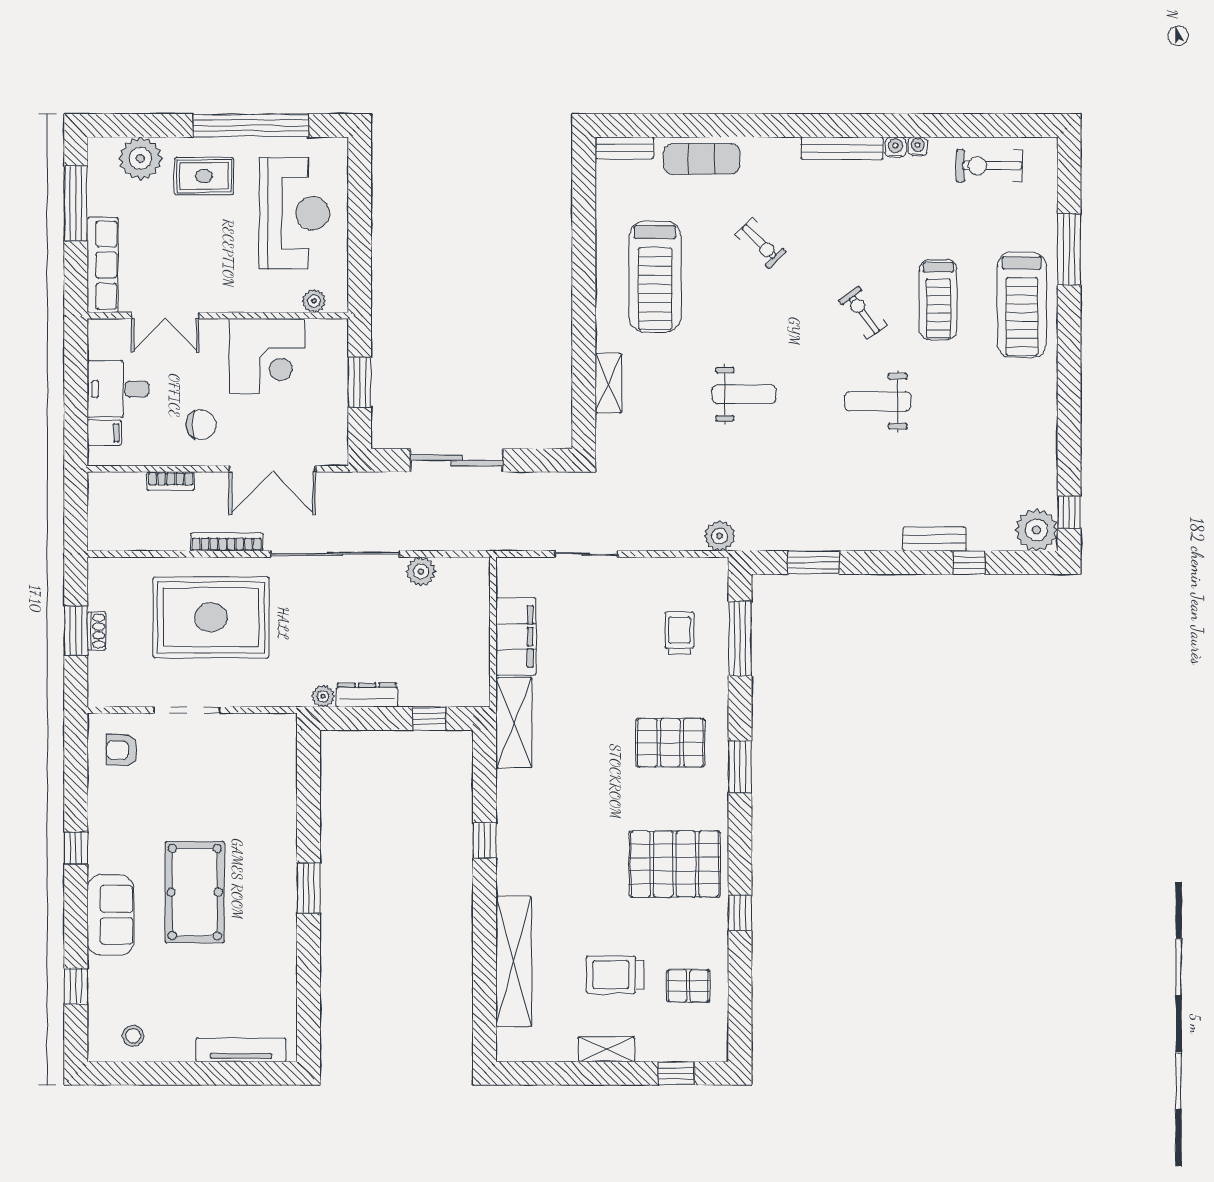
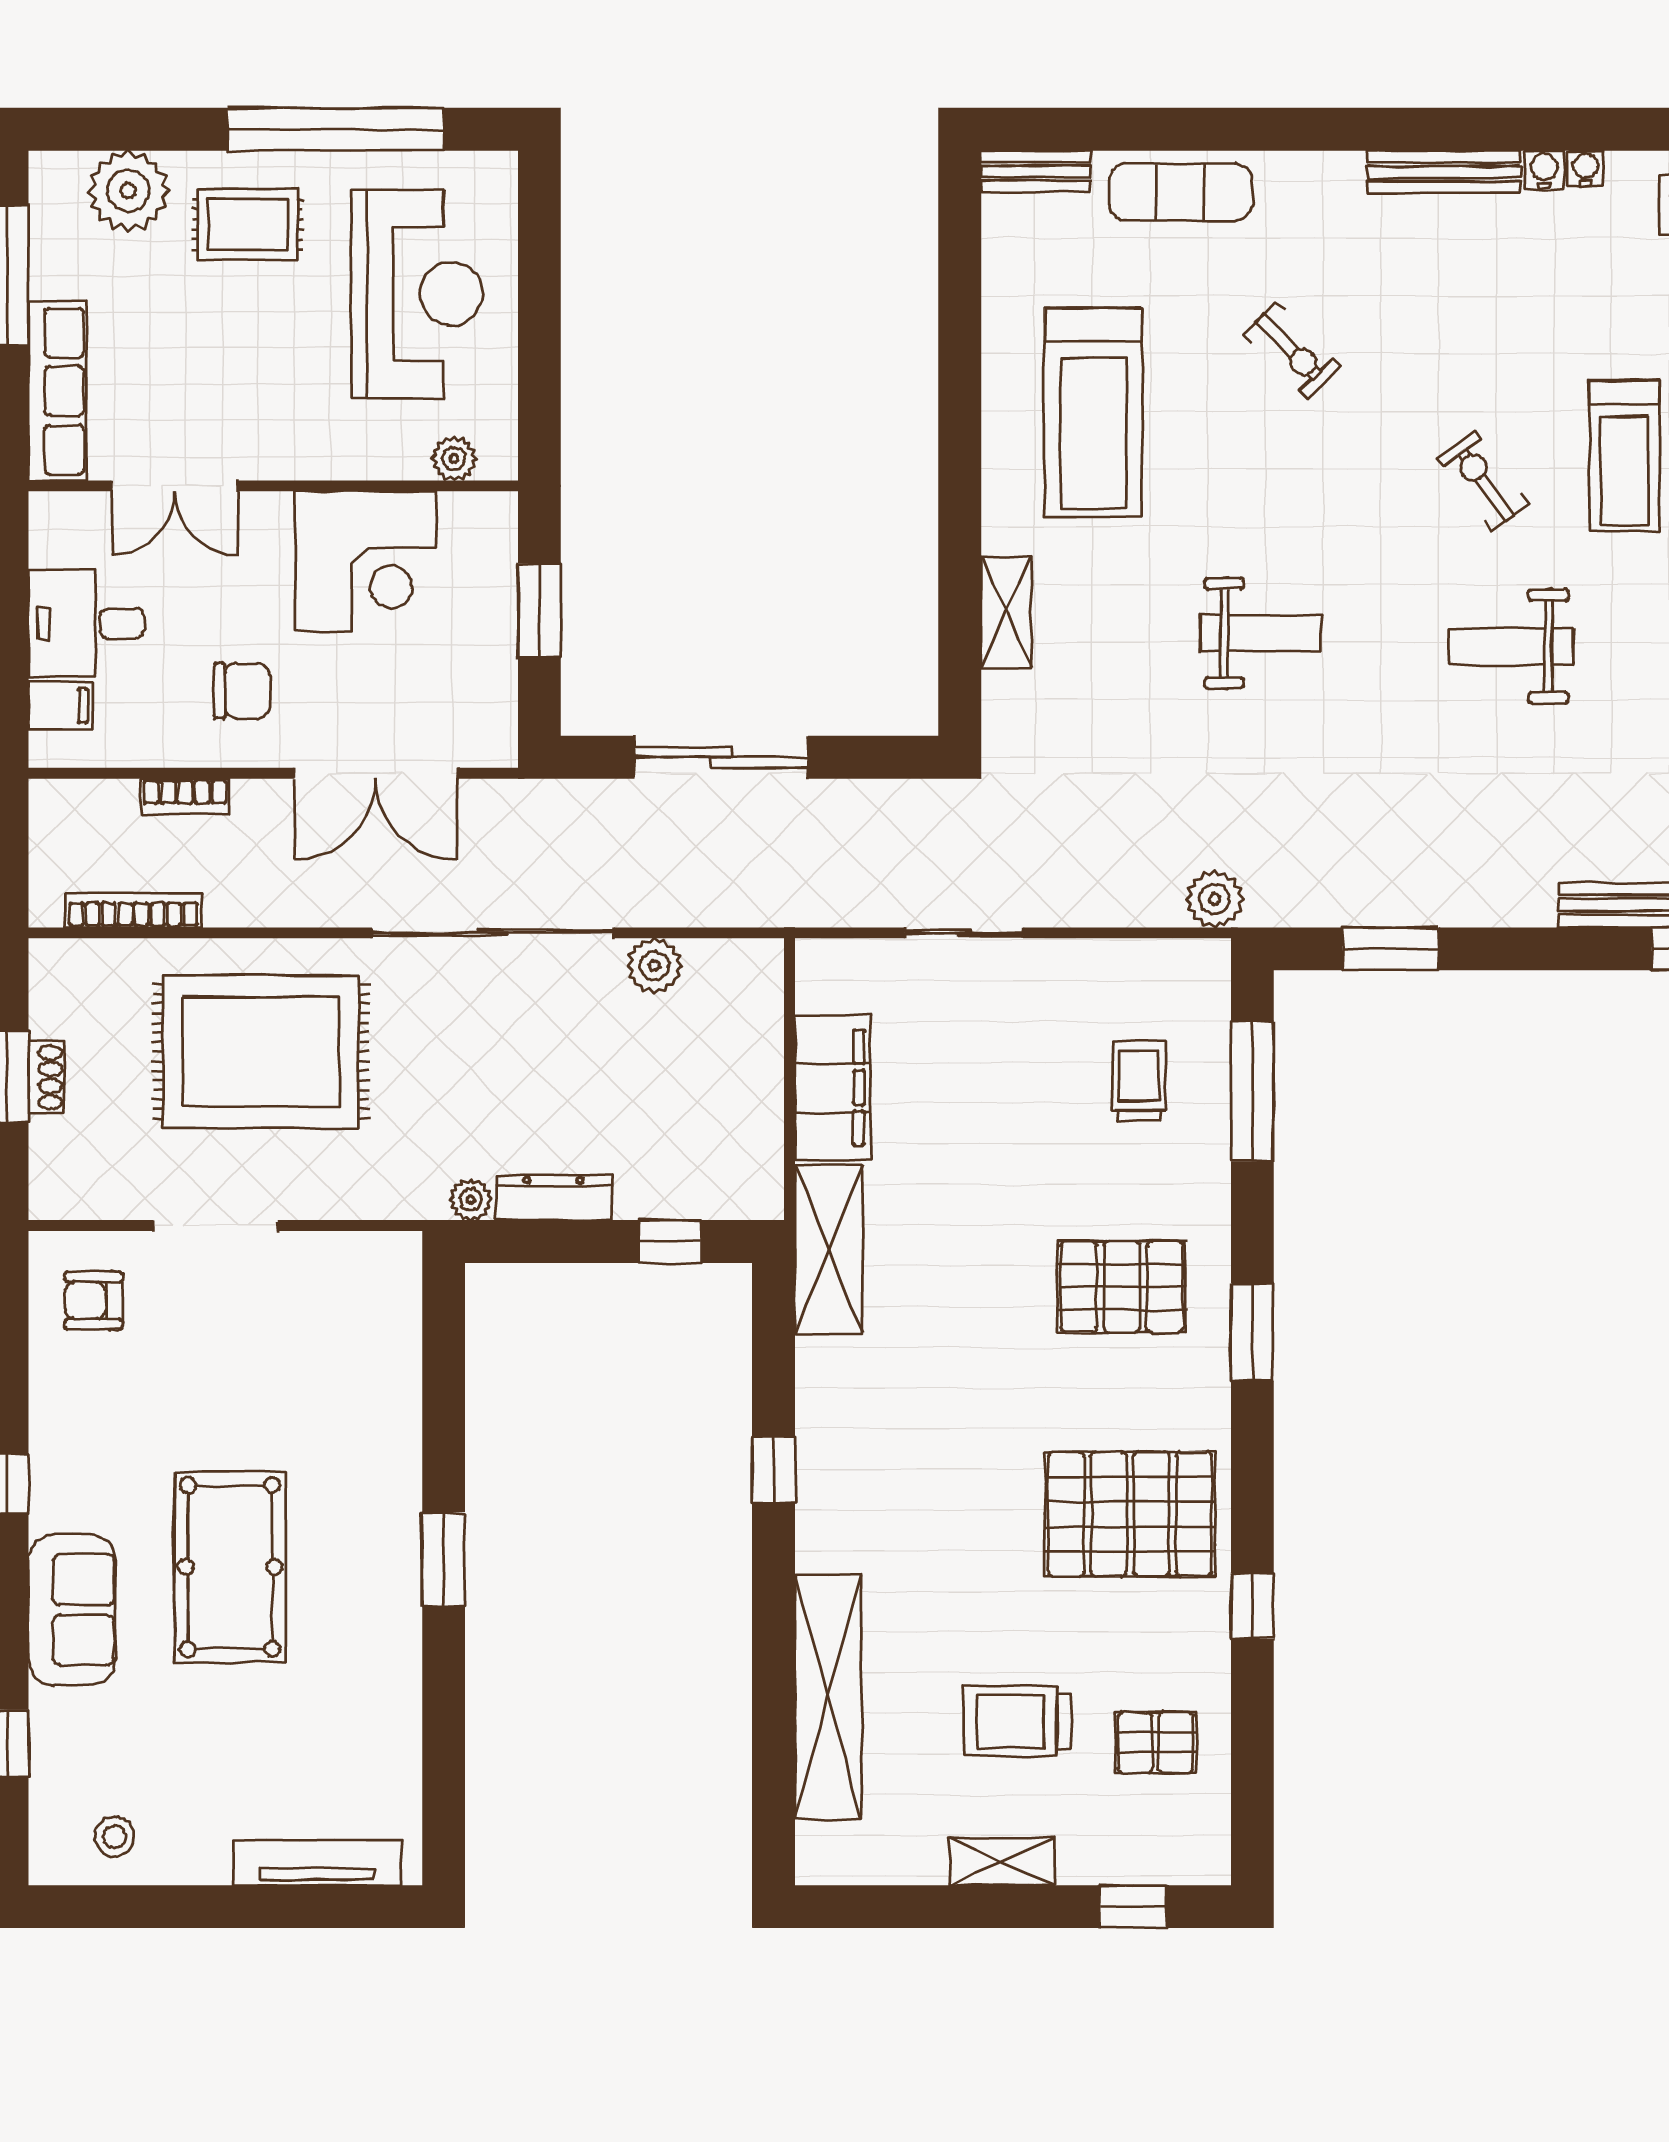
bookcase: (227, 542) -> (133, 910), moved

